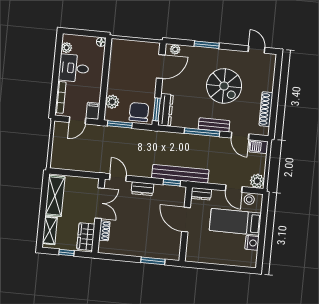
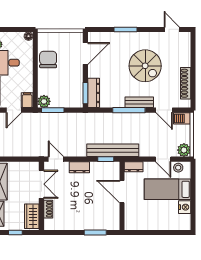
plant: (175, 49) -> (97, 37), removed
plant: (112, 102) -> (44, 101), moved
chair: (139, 112) -> (48, 59), moved

